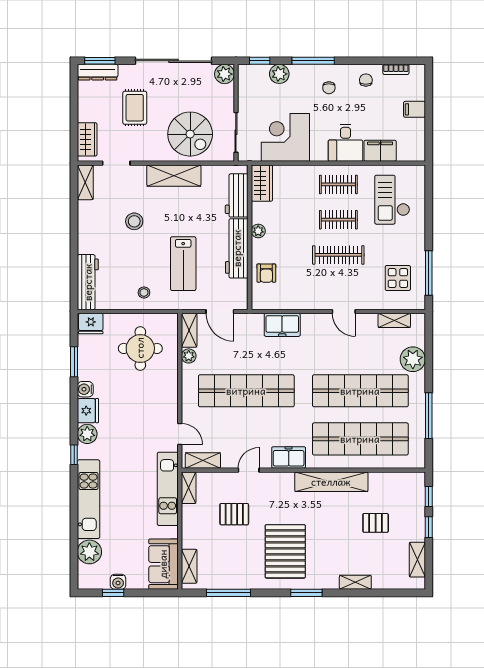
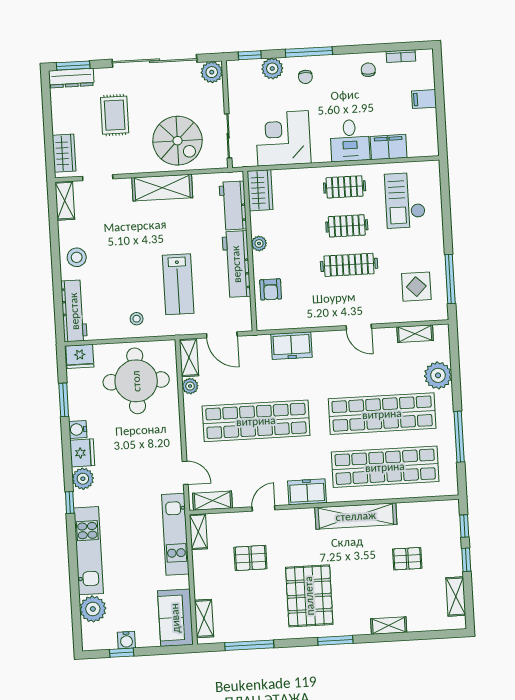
chair: (329, 88) -> (305, 77), moved
stool: (134, 221) -> (77, 257), moved
round table: (140, 348) -> (136, 381), width x1.36, depth x1.36

